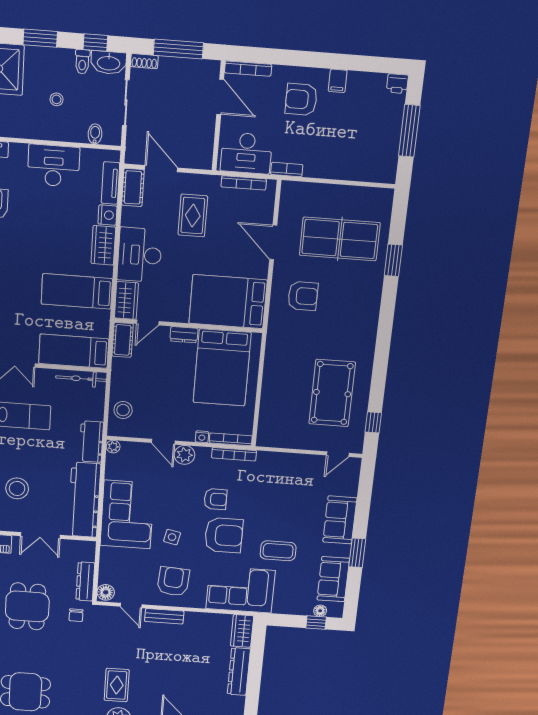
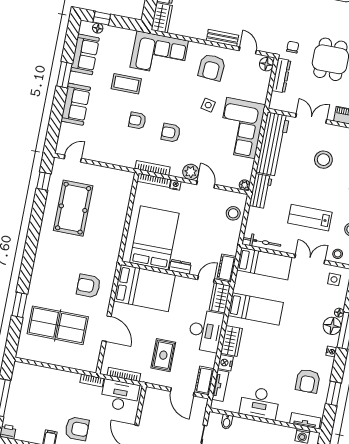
armchair: (224, 535) -> (137, 121), moved, width x0.53, depth x0.53

